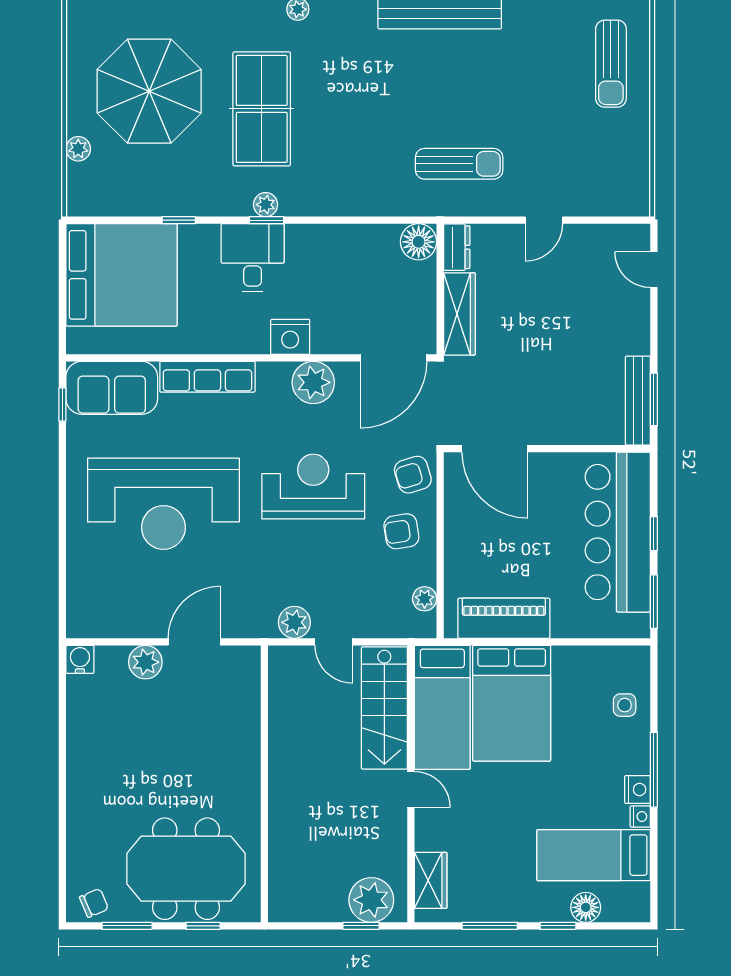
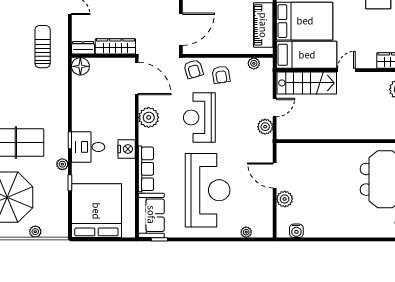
plant: (266, 205) -> (62, 164), moved
nightstand: (290, 337) -> (127, 149), moved
plant: (77, 583) -> (246, 232), added
water cooler: (80, 659) -> (296, 231), moved, turned -90

